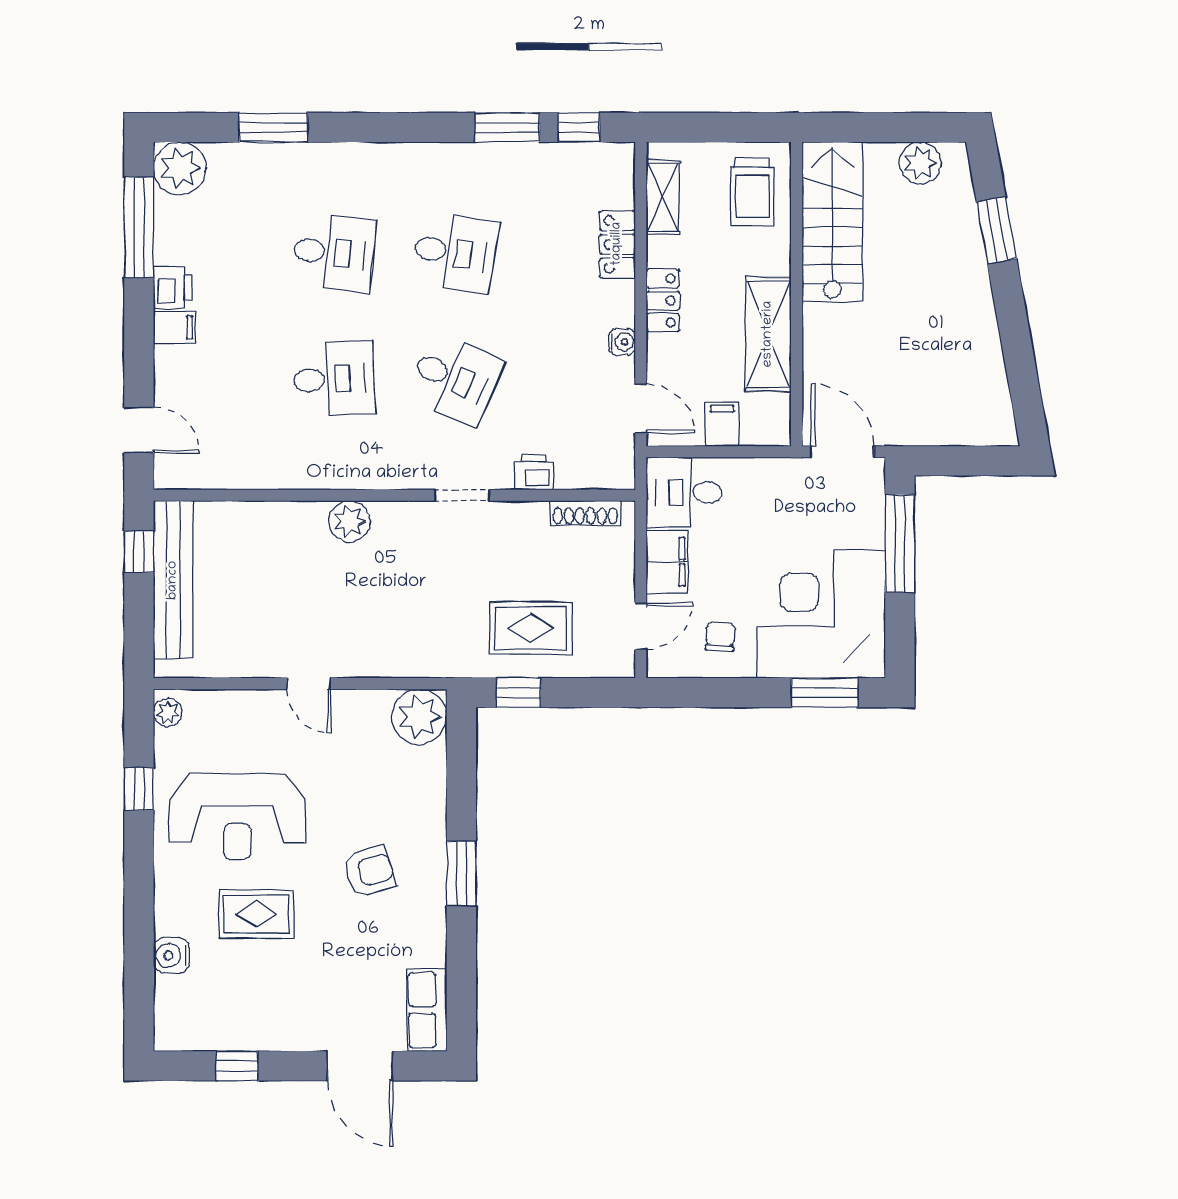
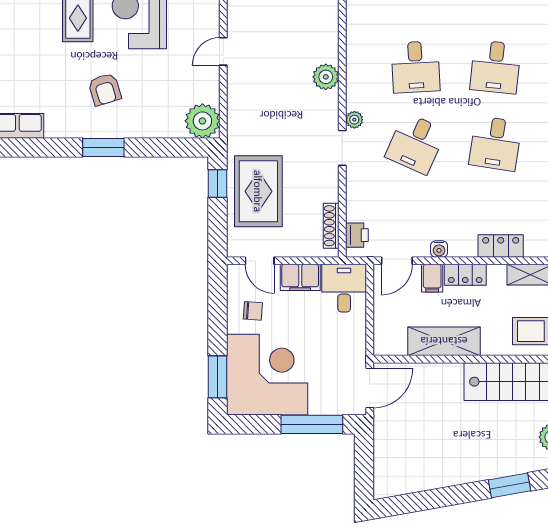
filing cabinet: (722, 424) -> (432, 278), moved, turned 90
printer: (534, 472) -> (357, 235), moved
plant: (417, 476) -> (354, 120), added
rug: (531, 628) -> (258, 191), width x1.36, depth x1.43

